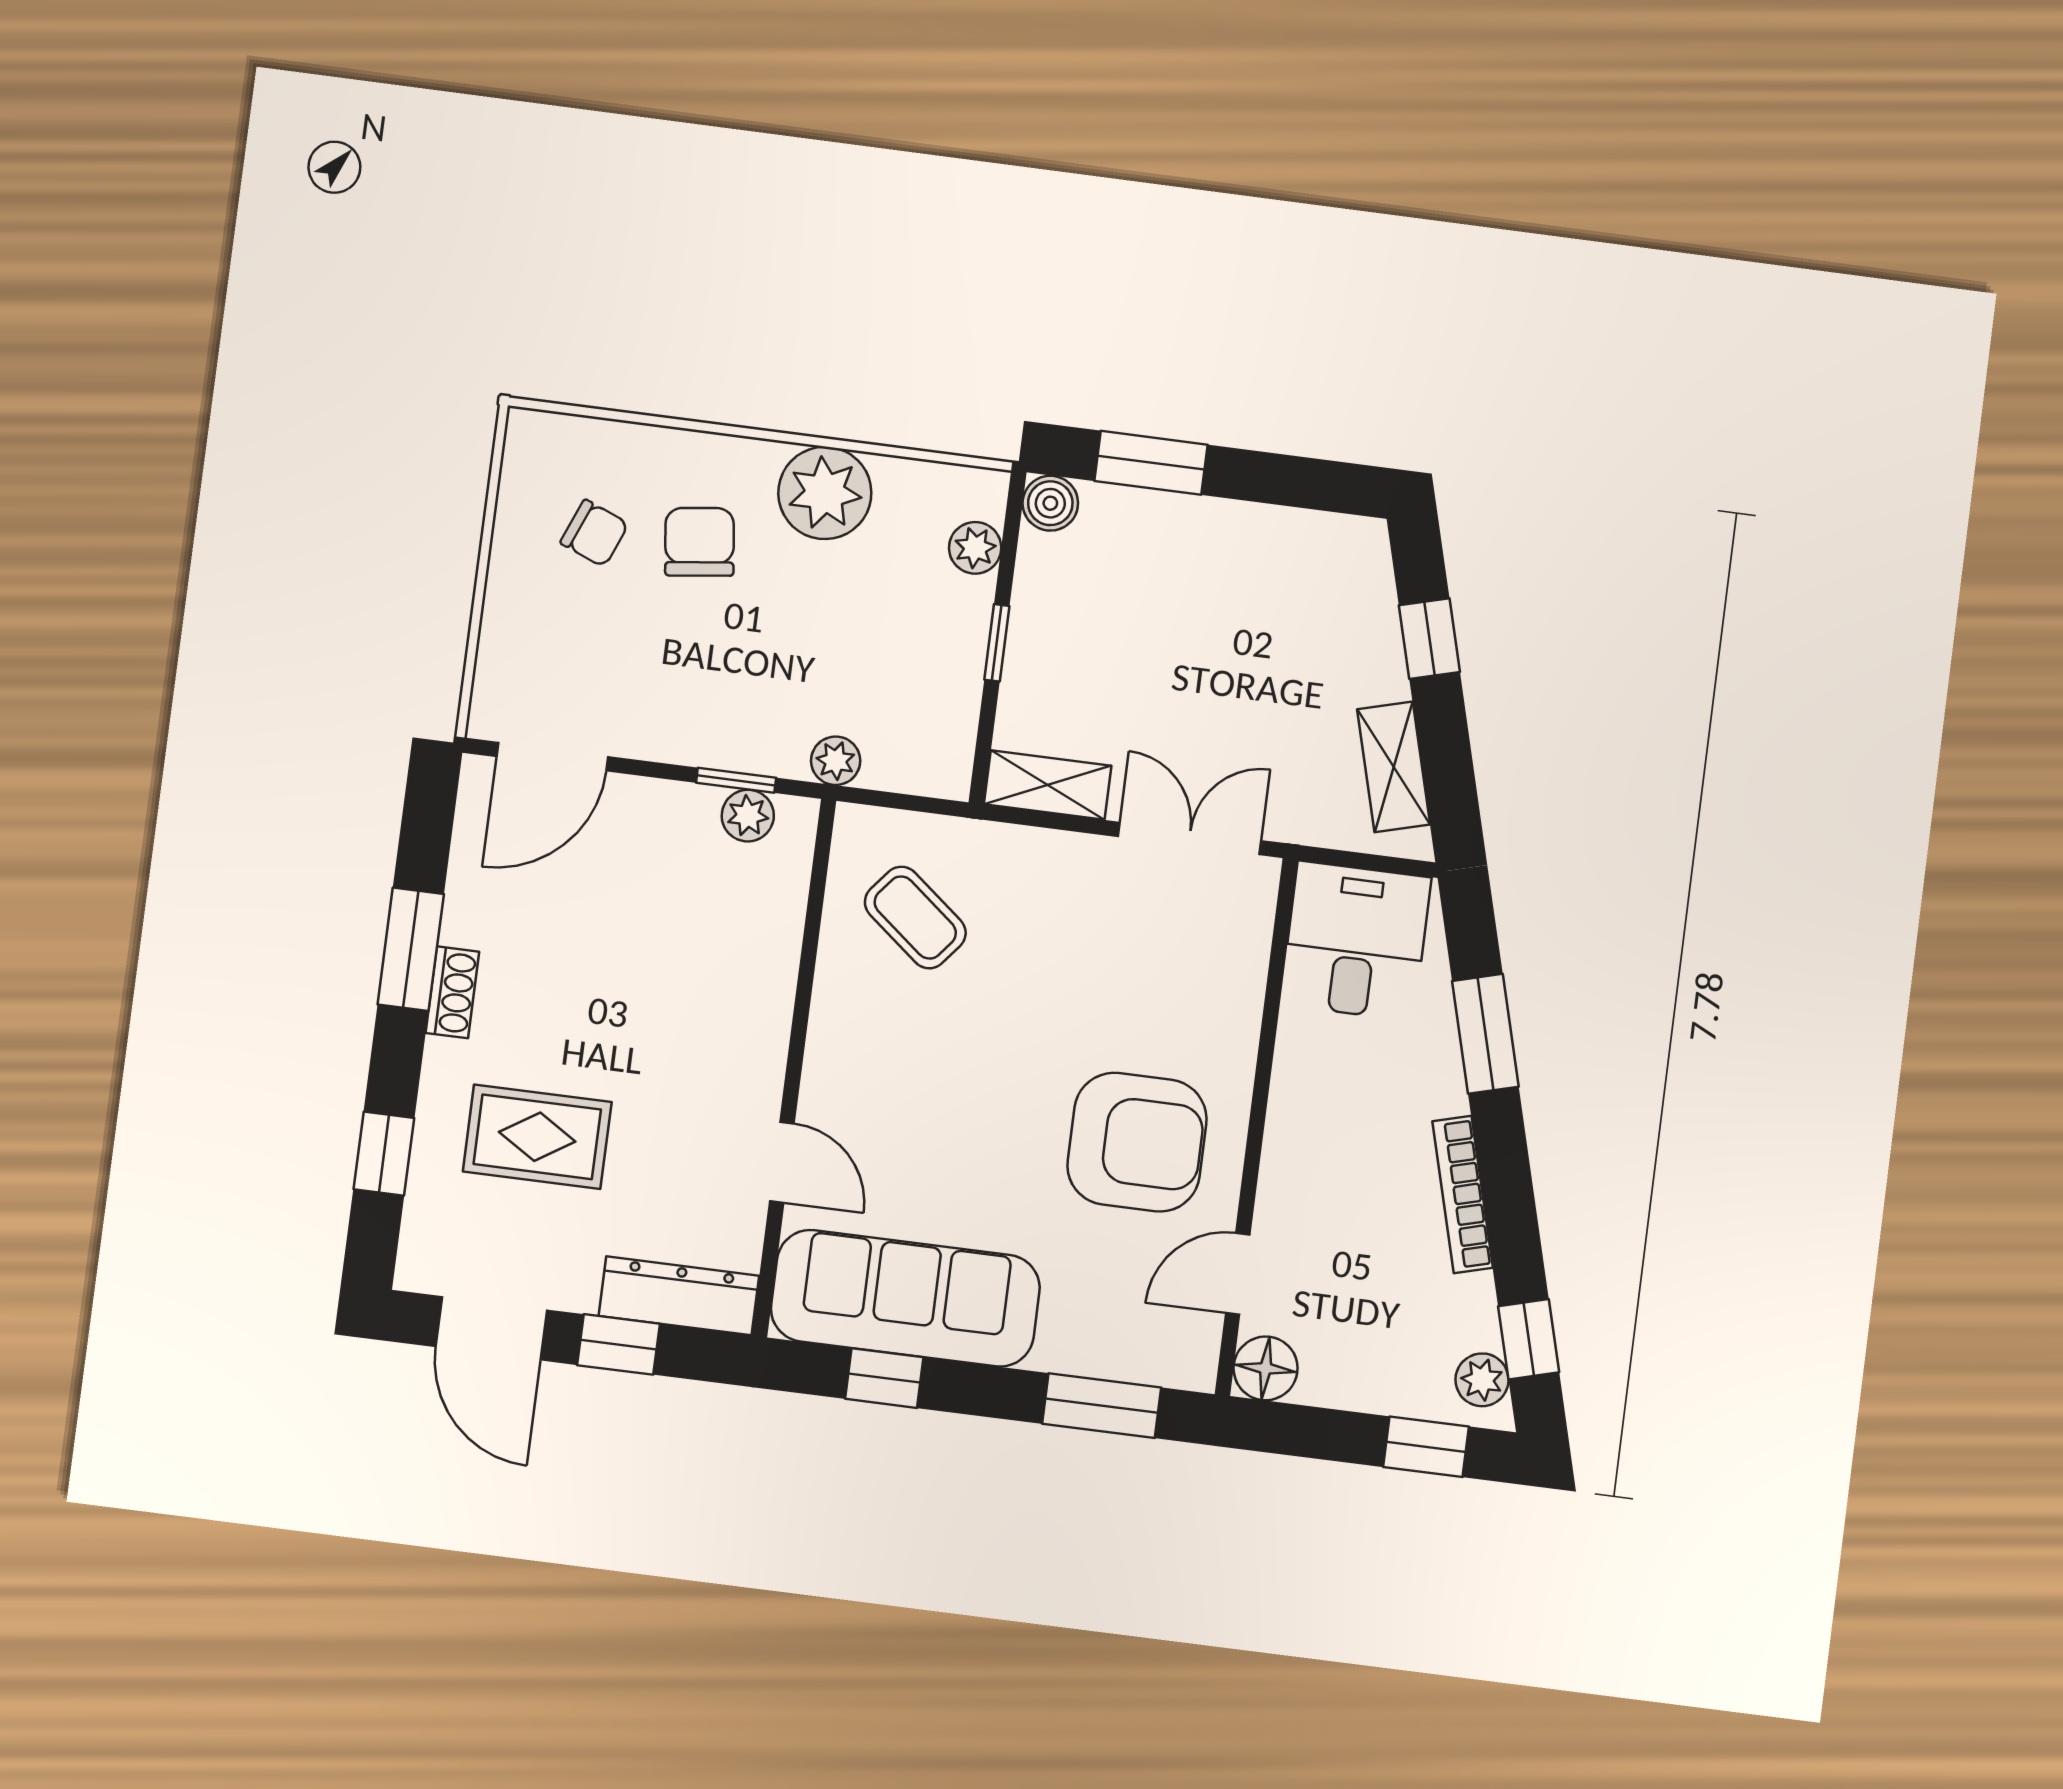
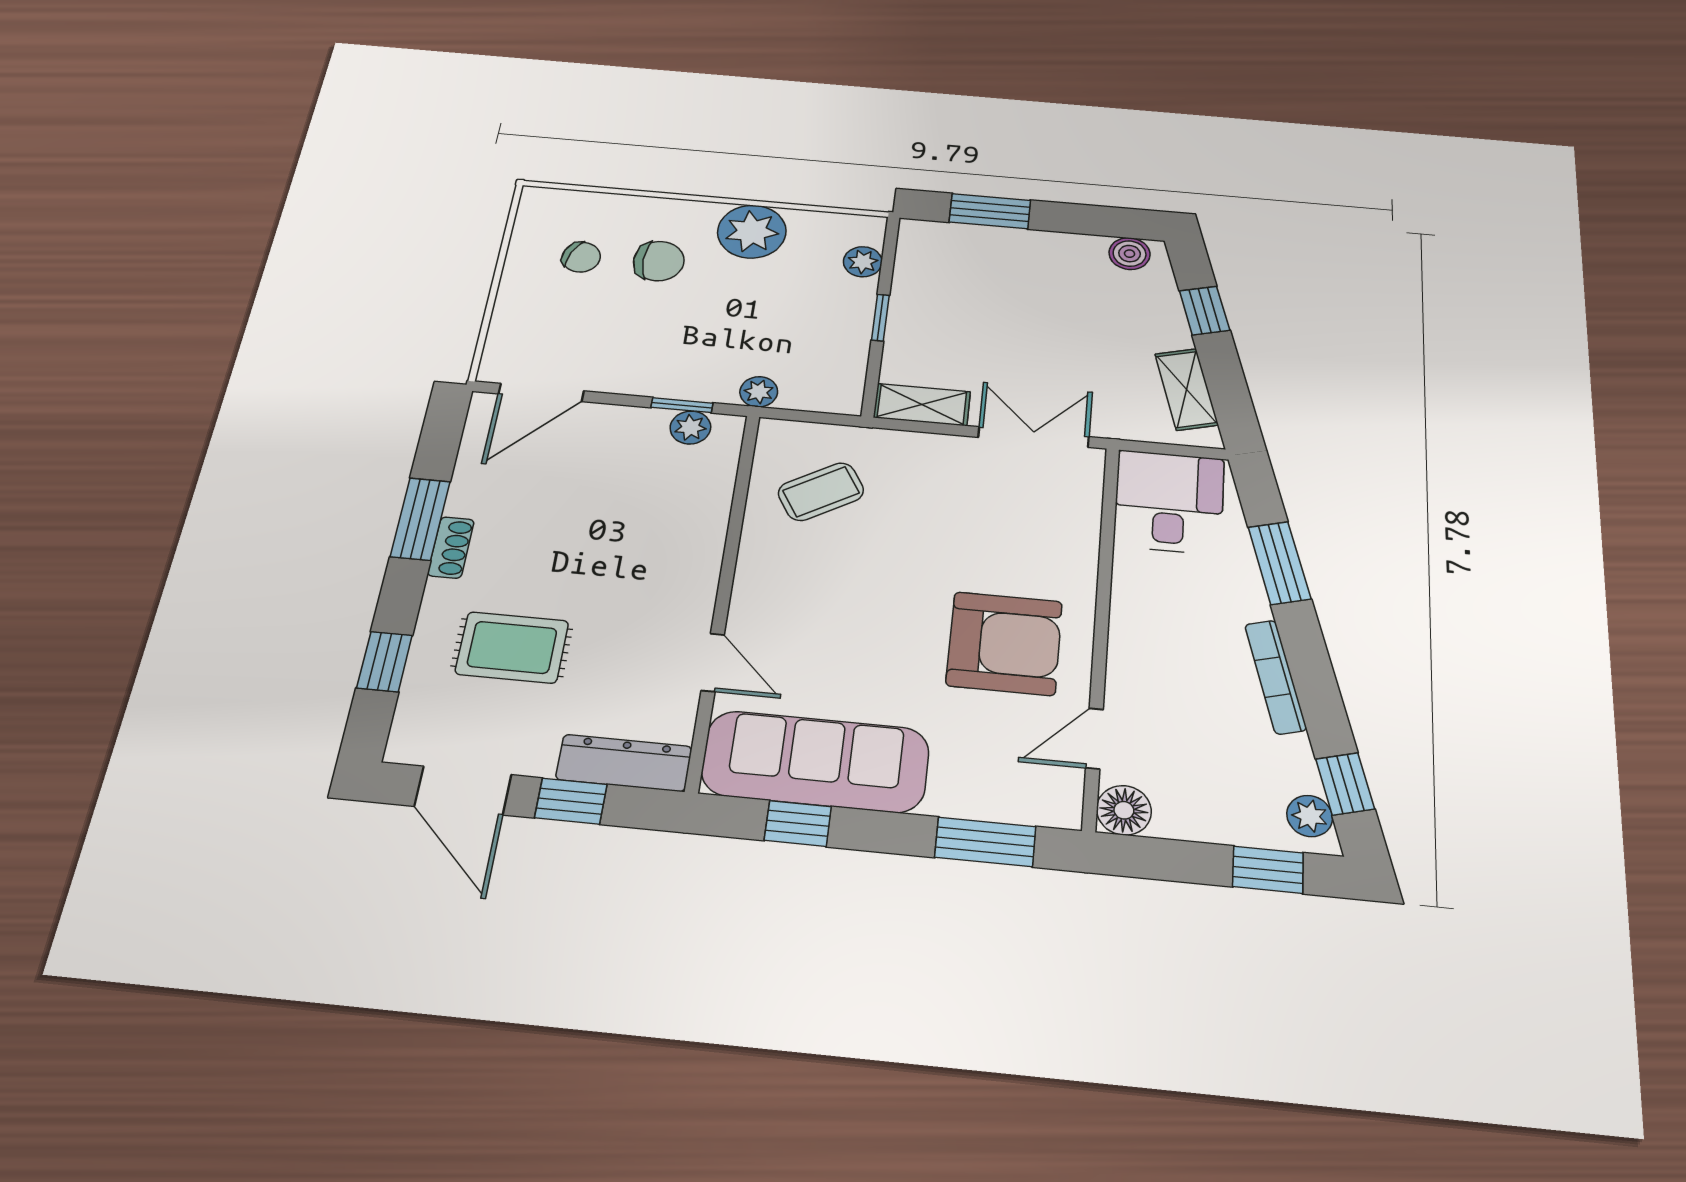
boiler: (1050, 503) -> (1130, 254), moved
chair: (699, 542) -> (659, 261), turned 97
coffee table: (915, 918) -> (821, 492), turned -70

